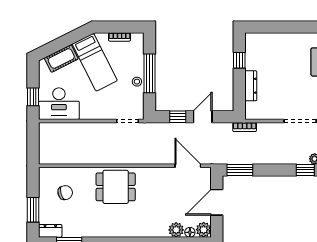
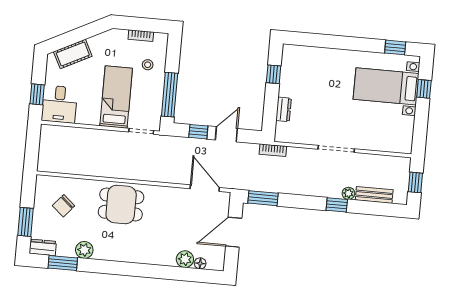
bed: (95, 62) -> (116, 97), moved, turned -153
window: (150, 73) -> (170, 95), moved
stool: (137, 82) -> (148, 65), moved
dresser: (251, 86) -> (283, 109), width x0.70
desk: (59, 104) -> (59, 104), width x0.73
chair: (65, 193) -> (64, 206), turned 148
plant: (204, 230) -> (84, 250), moved

